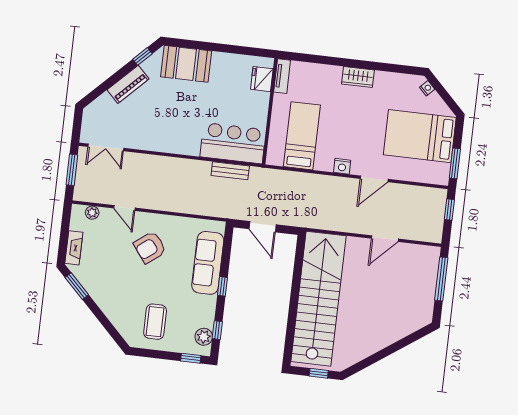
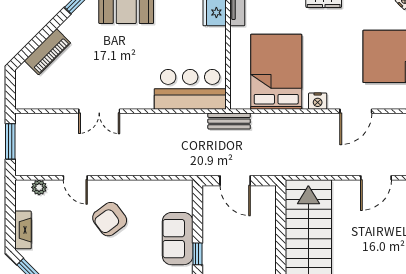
piano: (128, 84) -> (47, 52), moved
bed: (302, 136) -> (276, 72), width x1.50
double door: (106, 147) -> (99, 111), moved
bench: (230, 171) -> (229, 121), moved
sofa: (208, 263) -> (178, 239), width x0.73

